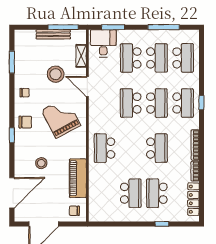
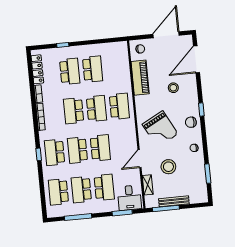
door: (87, 87) -> (140, 159), swing flipped
school desk: (131, 148) -> (96, 109), added
school desk: (131, 193) -> (93, 69), turned 180

